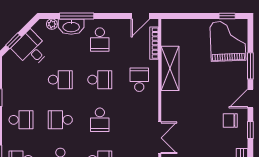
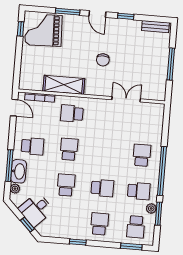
school desk: (60, 120) -> (102, 188), turned -90
school desk: (100, 120) -> (105, 152), removed
chair: (230, 121) -> (103, 60), moved

